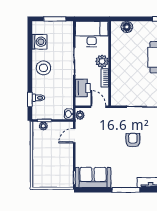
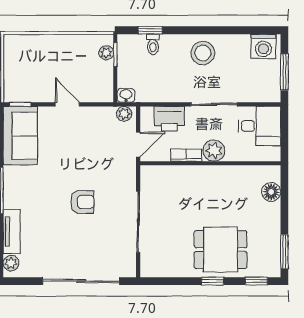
desk: (92, 34) -> (259, 126), width x0.73
washing machine: (39, 42) -> (263, 46), moved
door: (74, 136) -> (67, 104), moved

